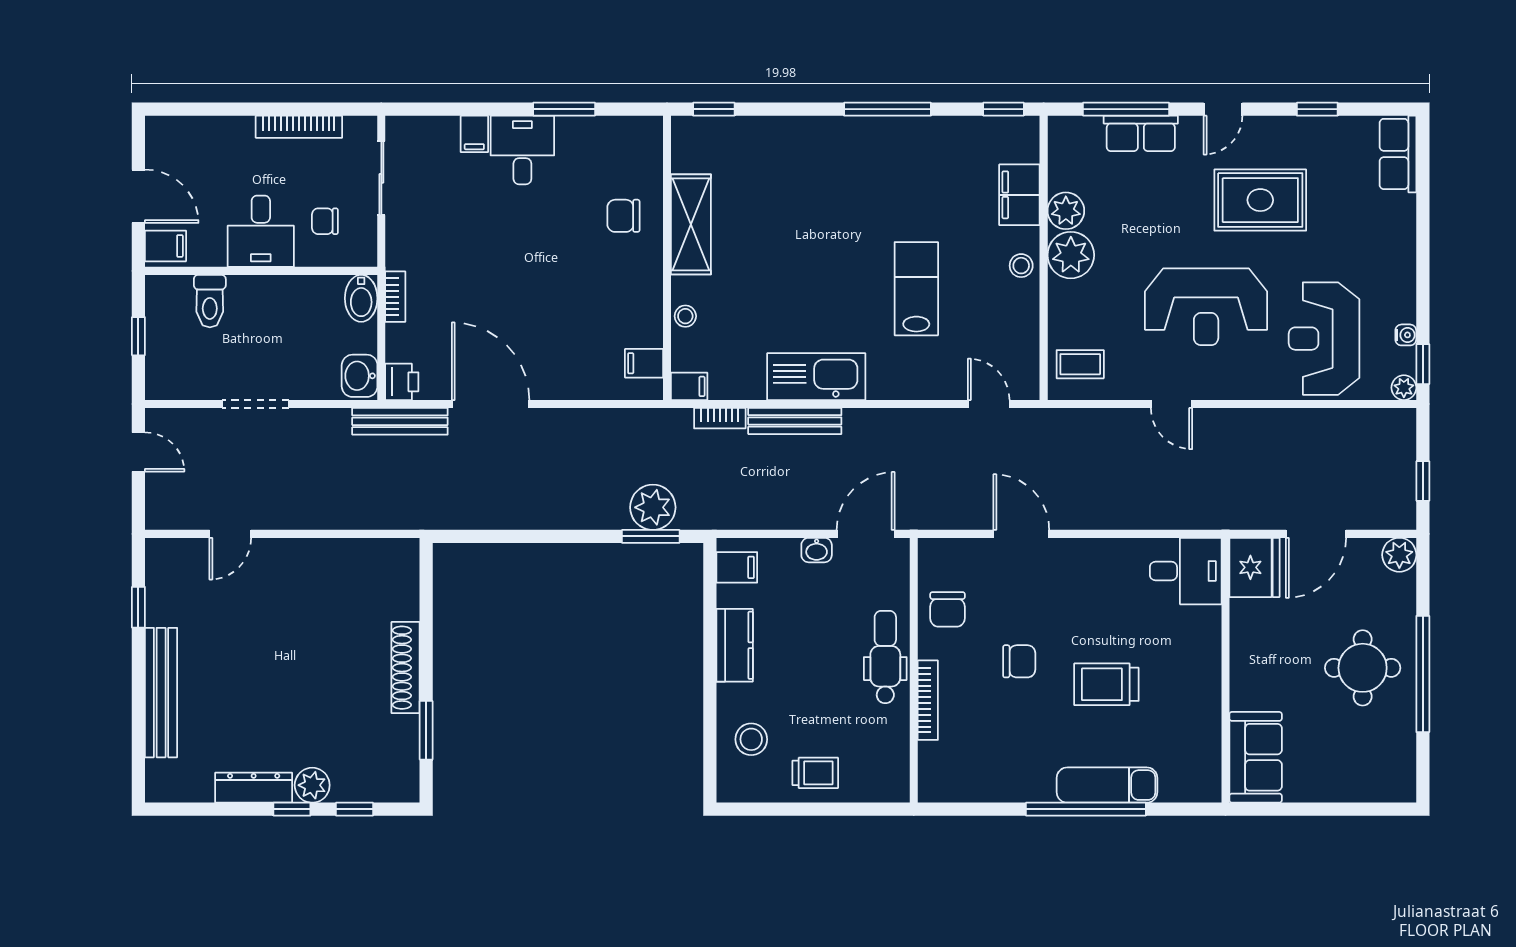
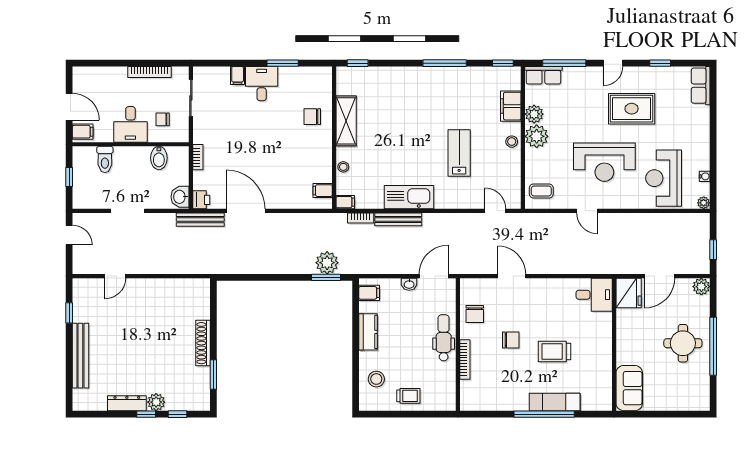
row of seats: (1141, 133) -> (543, 75), moved
bidet: (361, 298) -> (159, 158), moved
window: (1423, 364) -> (713, 191), removed

